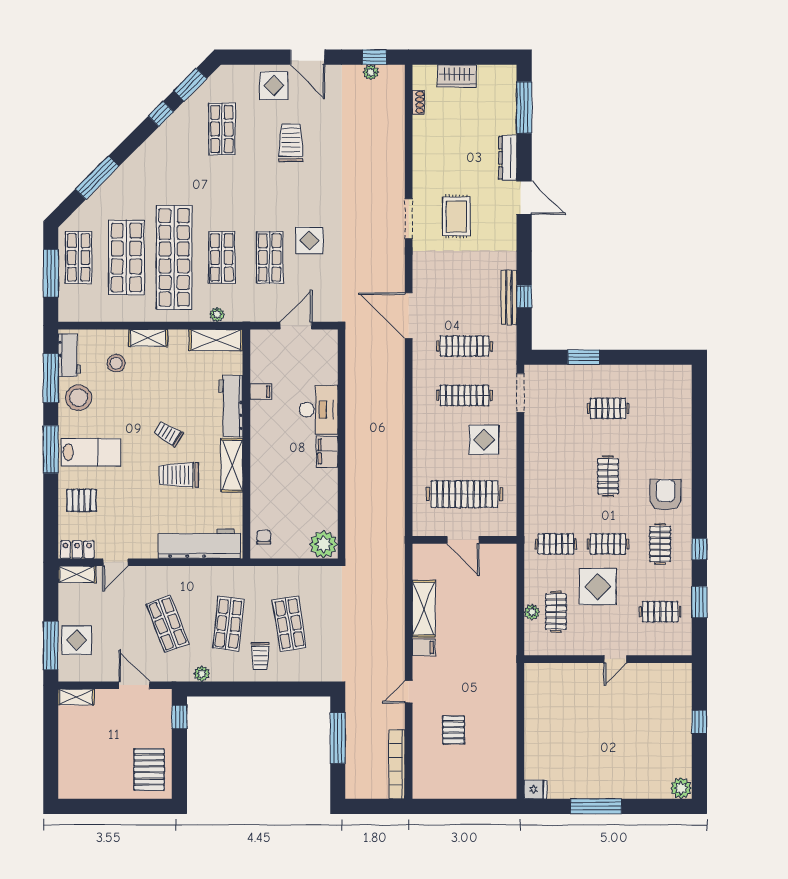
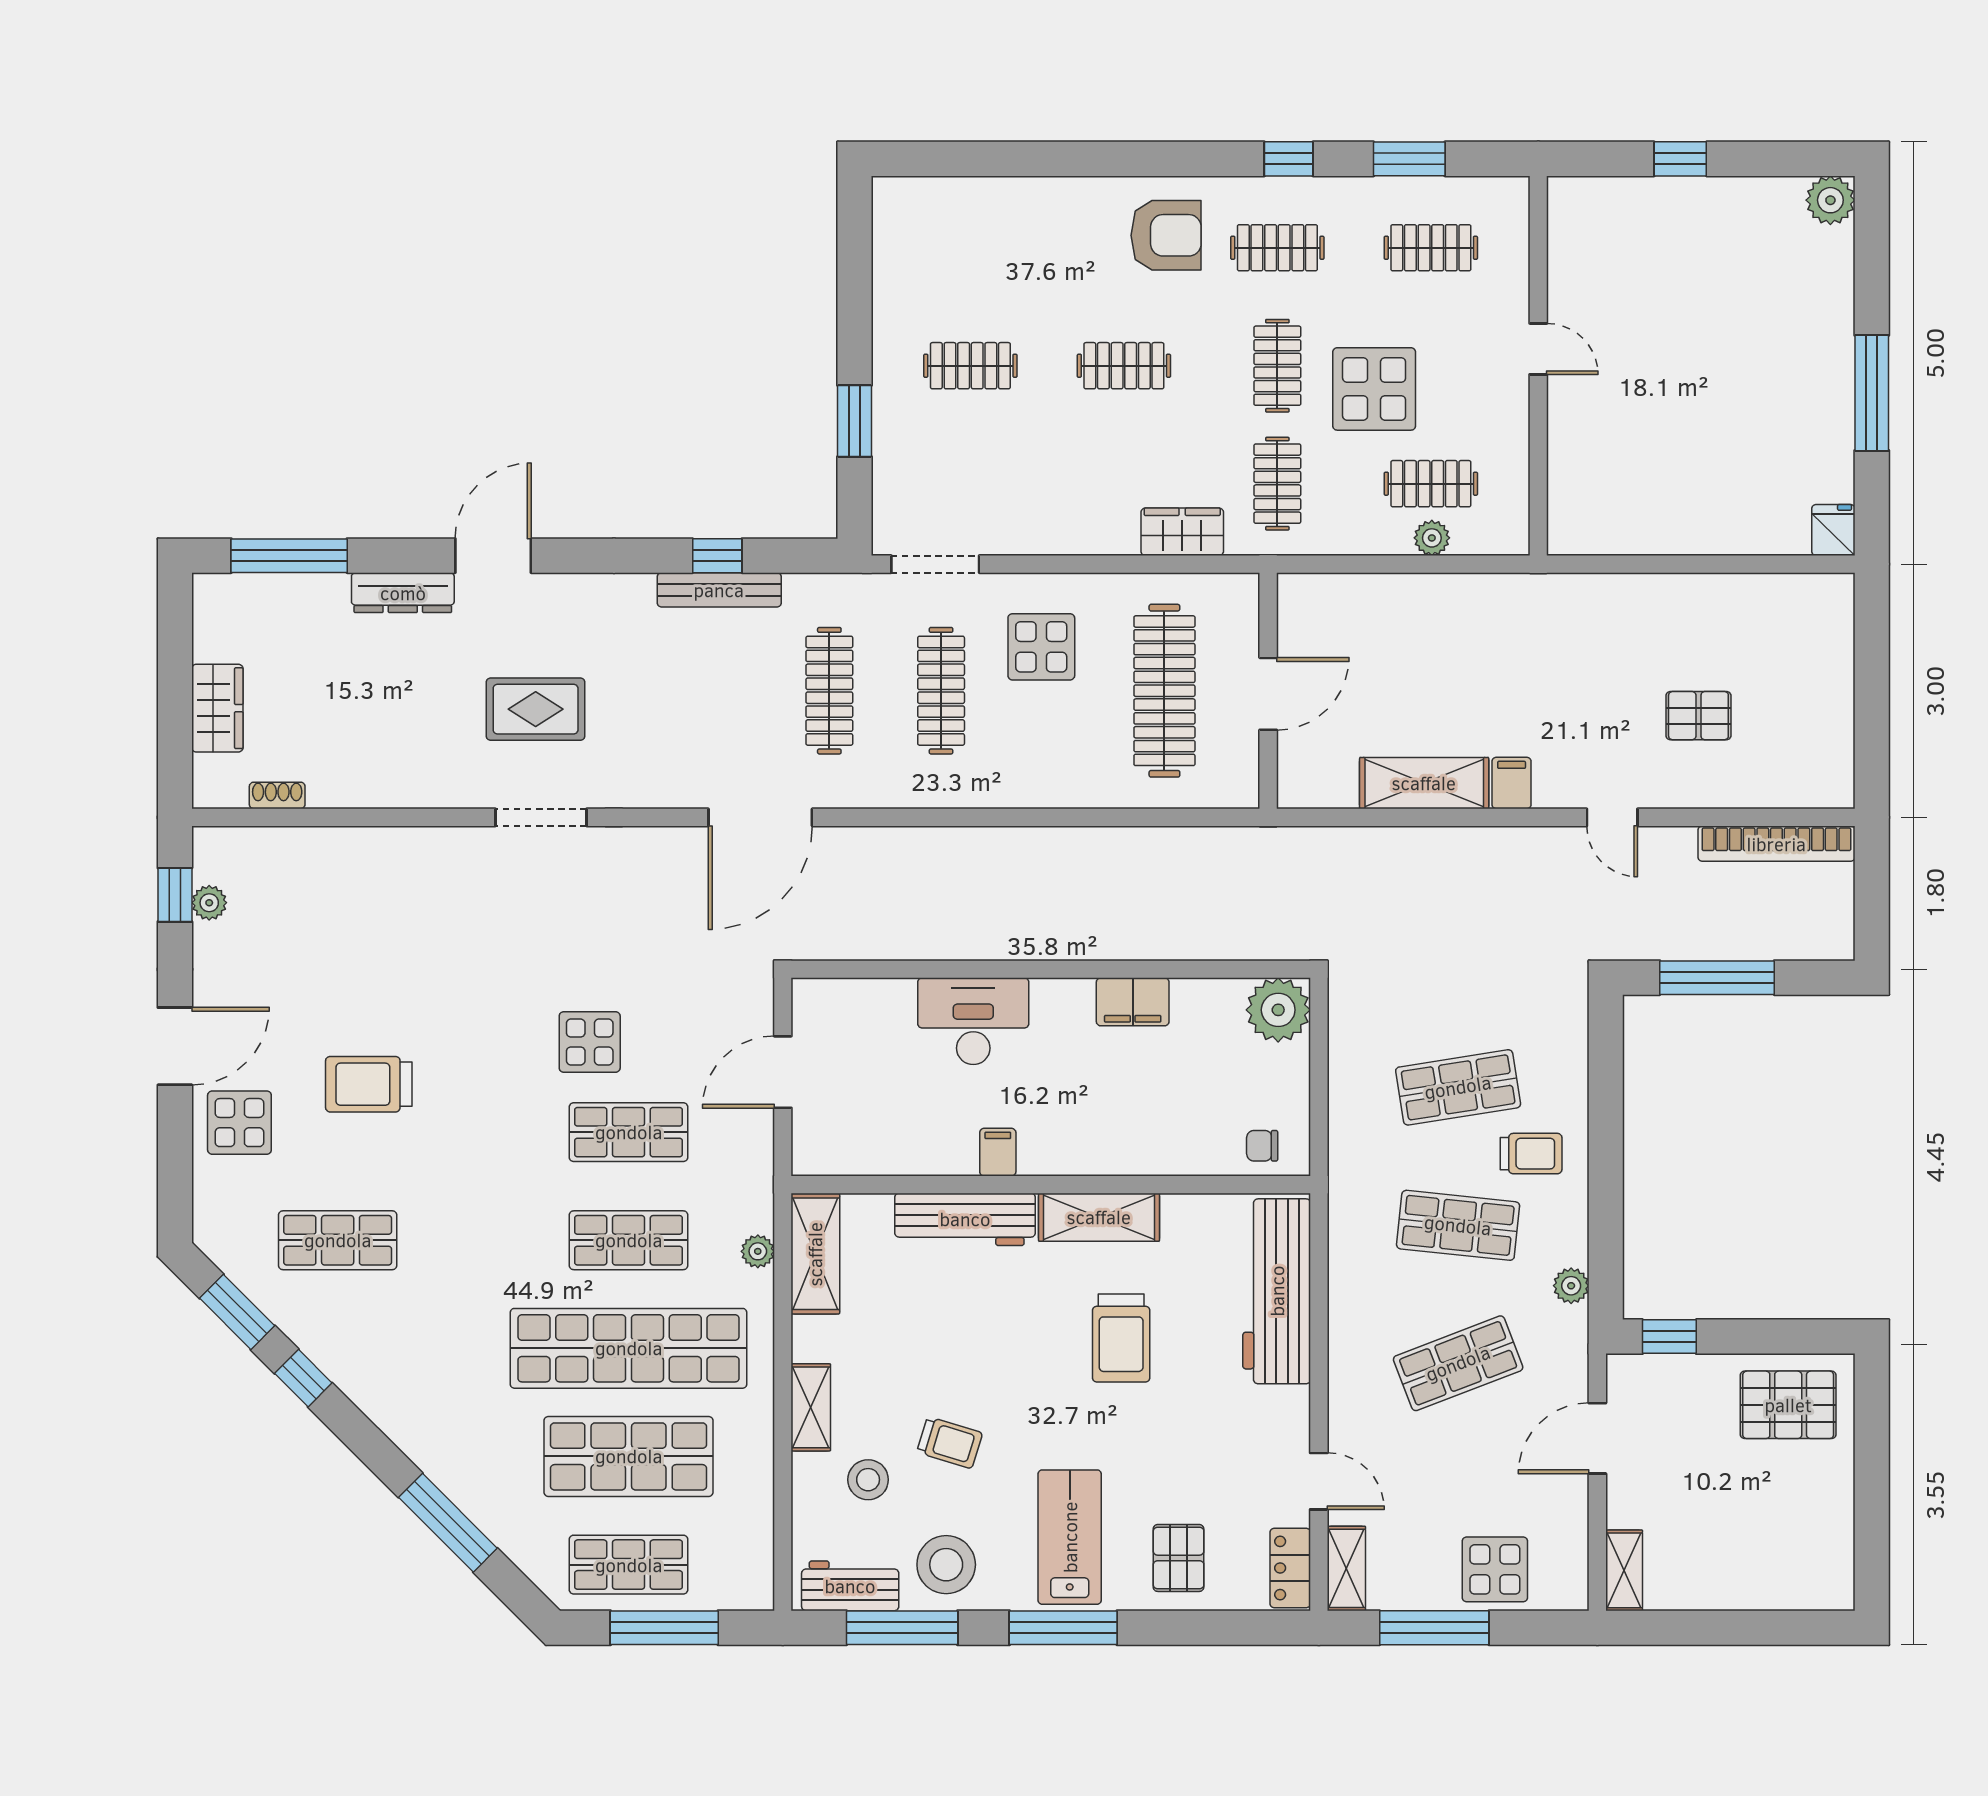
door: (296, 326) -> (783, 1072), hinge flipped
filing cabinet: (261, 392) -> (998, 1152), moved
clothes rail: (608, 408) -> (970, 366), turned 90
trolley: (168, 434) -> (950, 1443), moved, turned -104
filing cabinet: (327, 452) -> (1133, 1002), moved
armchair: (666, 495) -> (1166, 235), turned 180
wardrobe: (535, 502) -> (1182, 532), added
clothes rail: (660, 612) -> (1431, 248), turned 90
window: (51, 646) -> (1434, 1628), moved

